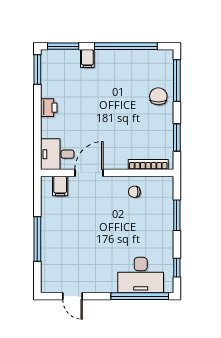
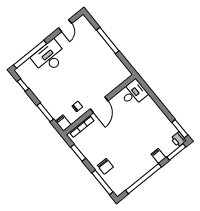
printer: (49, 108) -> (179, 139), moved
door: (89, 173) -> (99, 105), moved
filing cabinet: (60, 186) -> (63, 123), moved
desk: (141, 275) -> (49, 57), moved
door: (73, 296) -> (65, 26), swing flipped

